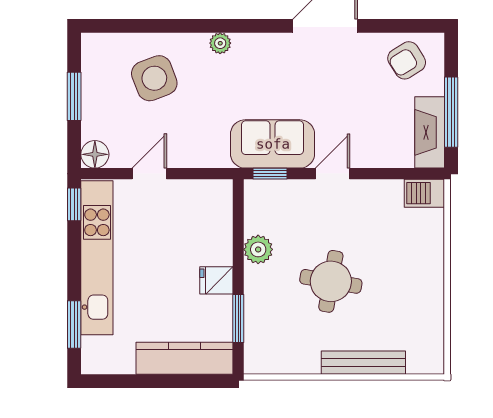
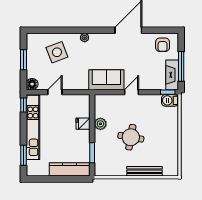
armchair: (407, 60) -> (163, 45), turned -58
window: (270, 174) -> (168, 92), moved
fridge: (216, 280) -> (83, 124), moved

